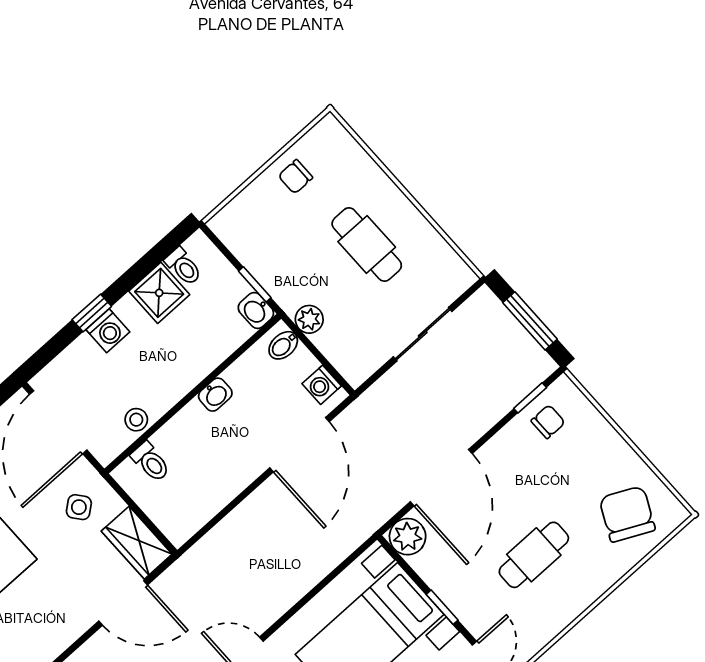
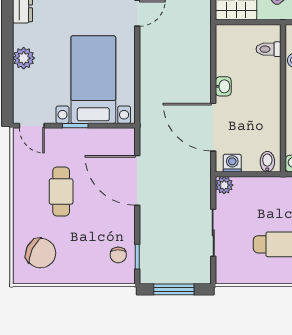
plant: (309, 319) -> (224, 185), moved
washbasin: (215, 395) -> (223, 86), moved, turned 180
plant: (408, 537) -> (124, 139), removed

